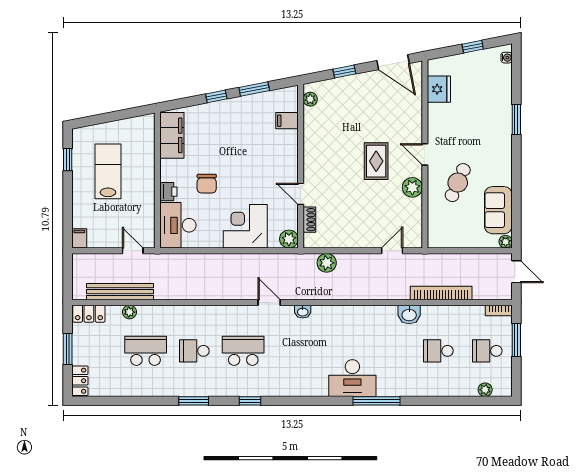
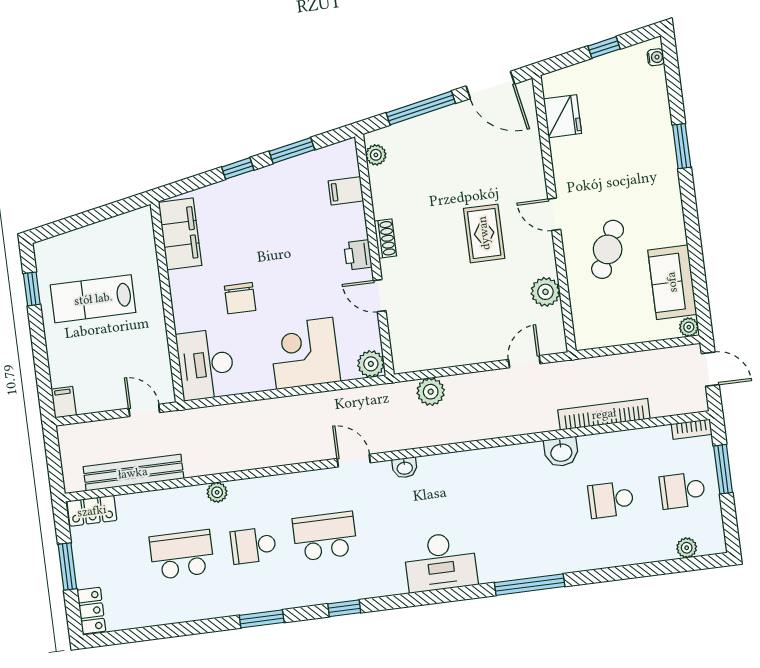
window: (344, 72) -> (421, 108), width x2.17
lab bench: (108, 171) -> (93, 299), turned -90
plant: (412, 187) -> (545, 292), moved
printer: (168, 192) -> (358, 255), moved, turned 180
shoe rack: (309, 220) -> (385, 239), moved
plant: (129, 312) -> (217, 492), moved
desk: (352, 378) -> (441, 562), moved

